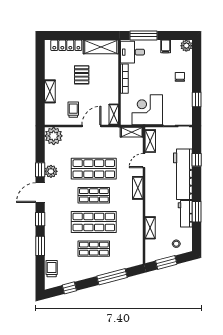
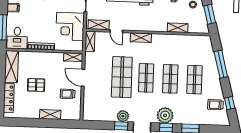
plant: (54, 136) -> (165, 115), moved
shop shelf: (94, 222) -> (170, 79), width x0.70, depth x0.74
trolley: (52, 269) -> (215, 105), moved

